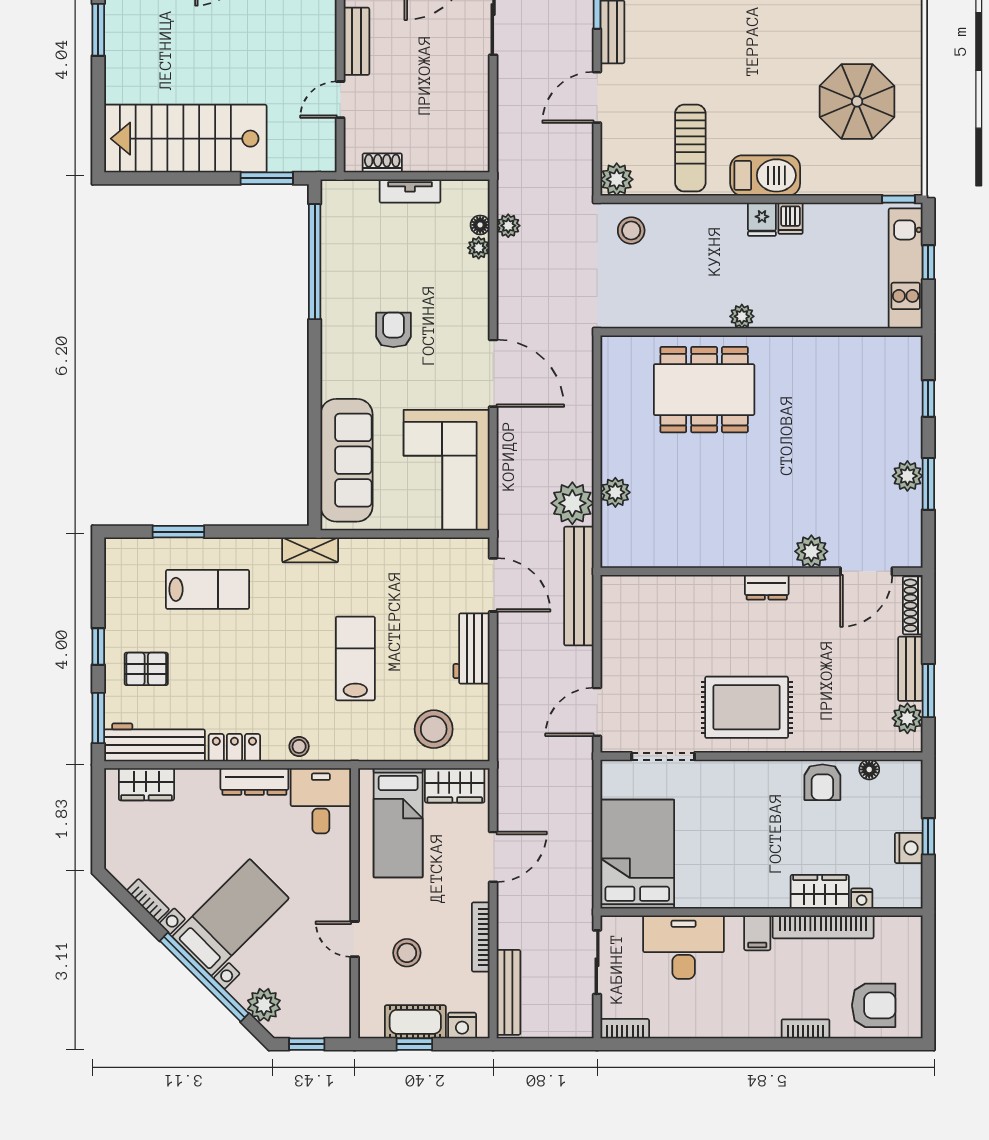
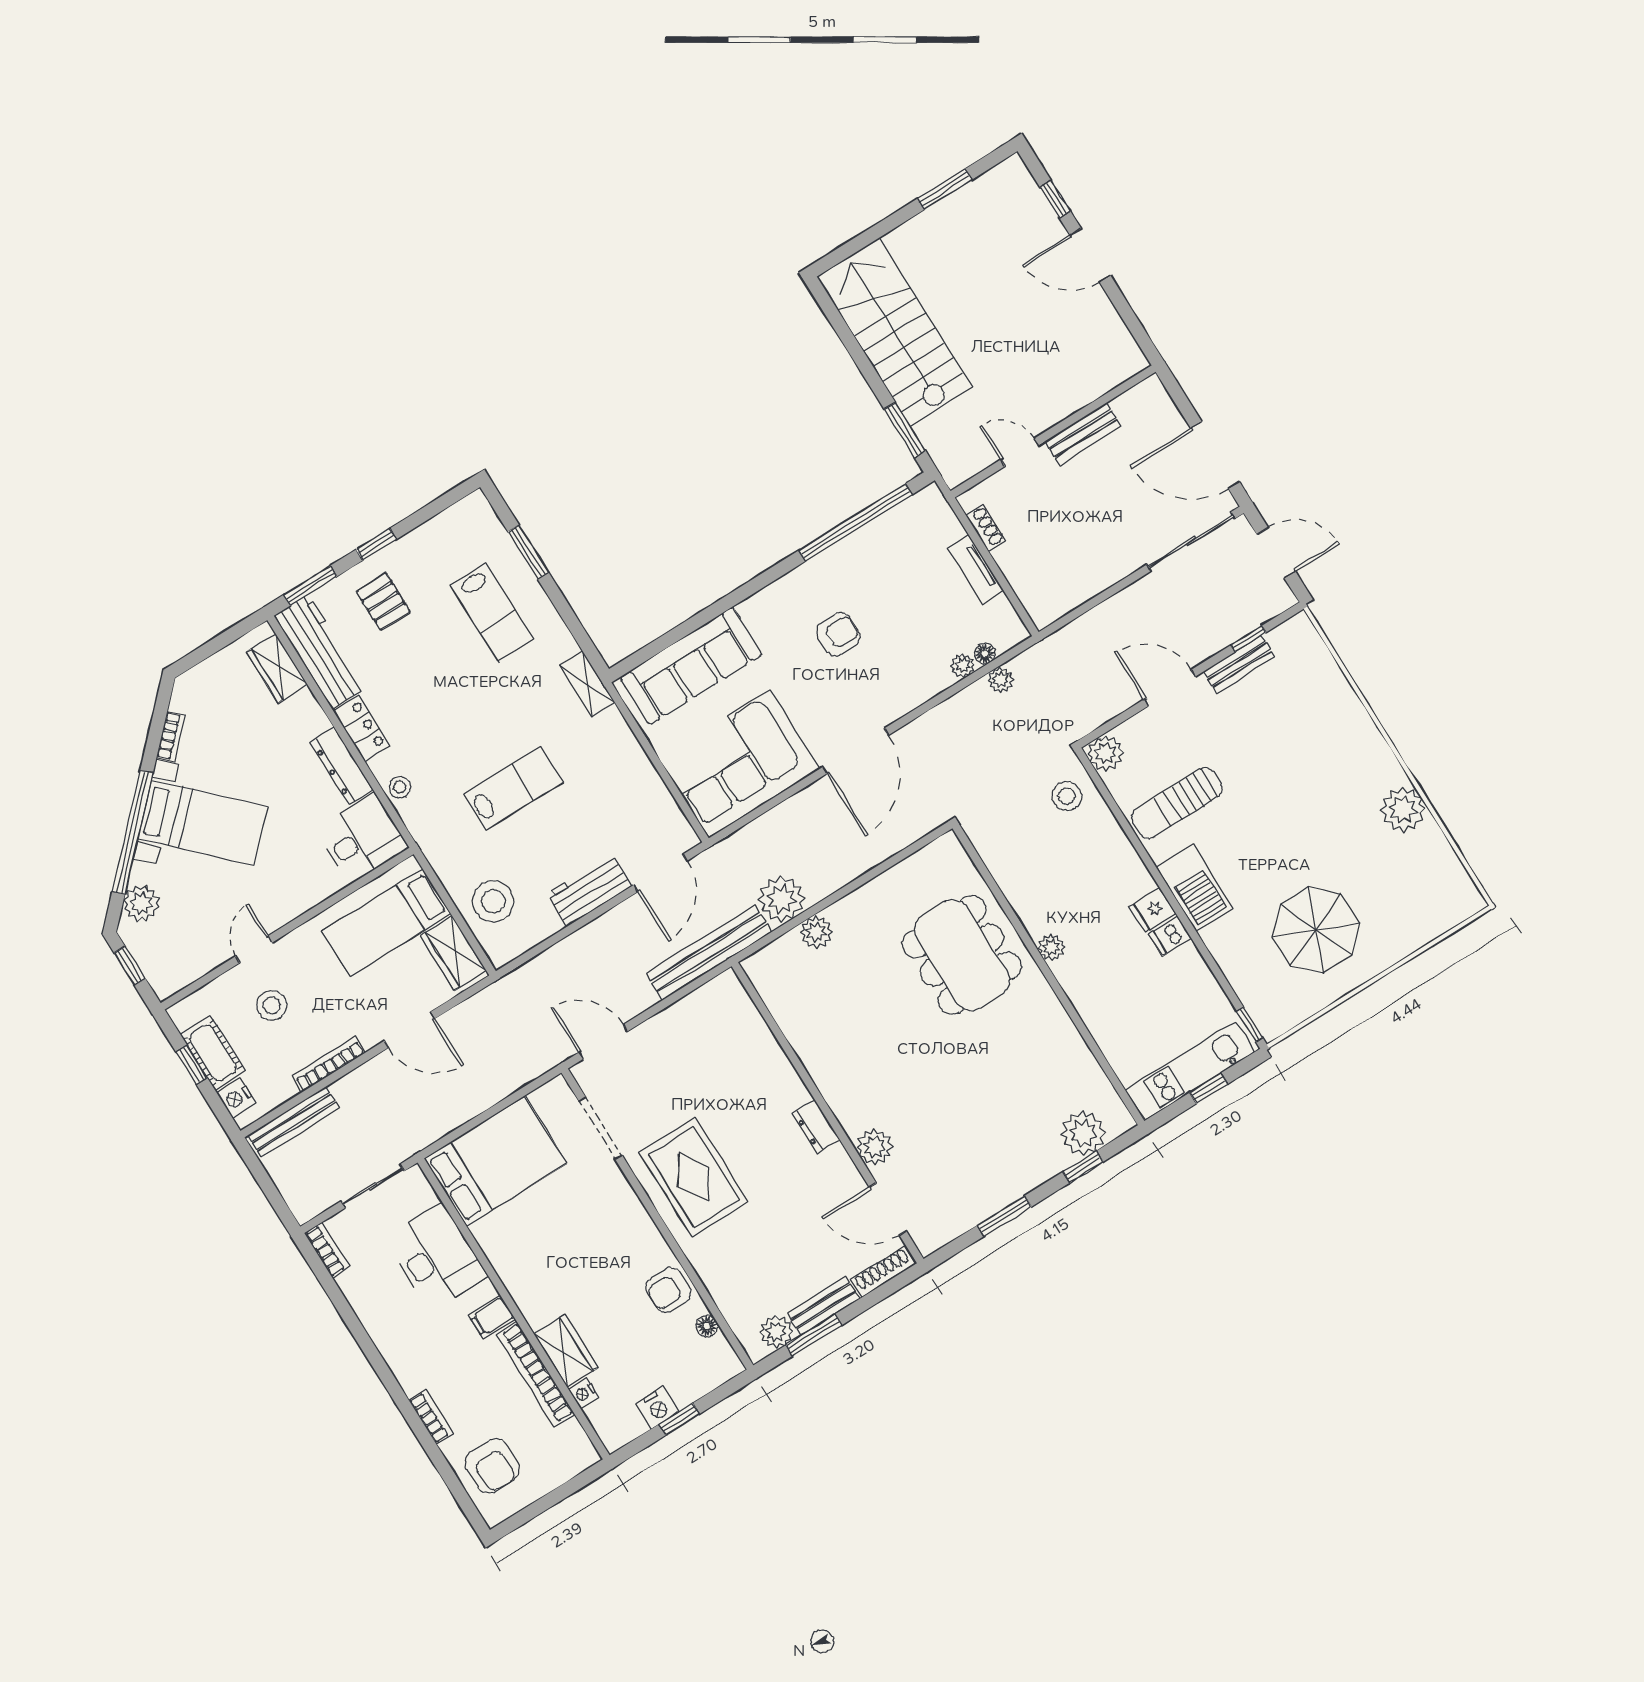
plant: (907, 476) -> (1083, 1133), moved, width x1.36, depth x1.36

